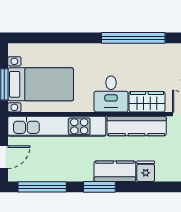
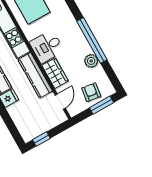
plant: (156, 52) -> (91, 61), added

